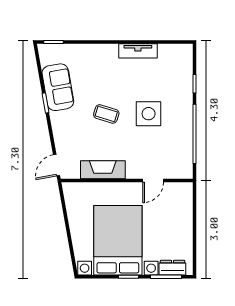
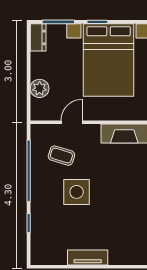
coffee table: (106, 114) -> (61, 156), moved
plant: (184, 213) -> (40, 88), added
dresser: (172, 268) -> (38, 37), moved, turned -90

